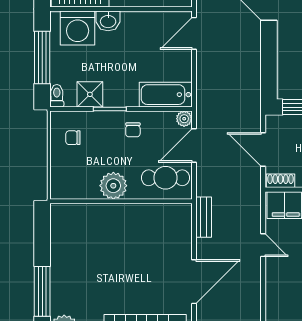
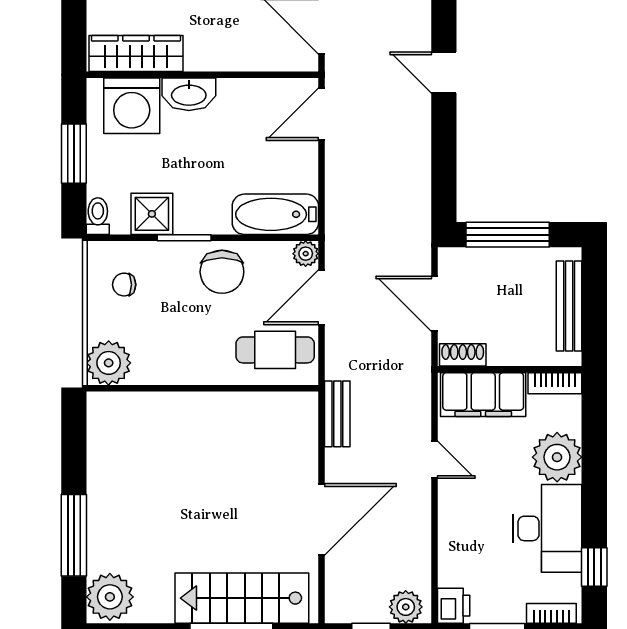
washbasin: (108, 21) -> (189, 94), width x1.38
window: (42, 57) -> (74, 154), width x0.69
chair: (133, 130) -> (222, 272), width x1.87, depth x1.87
plant: (113, 186) -> (109, 363), moved

